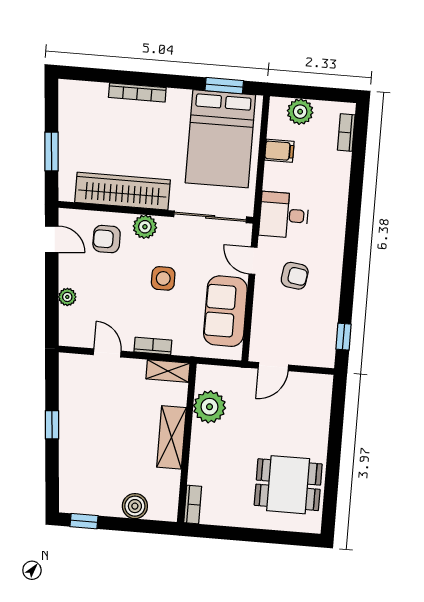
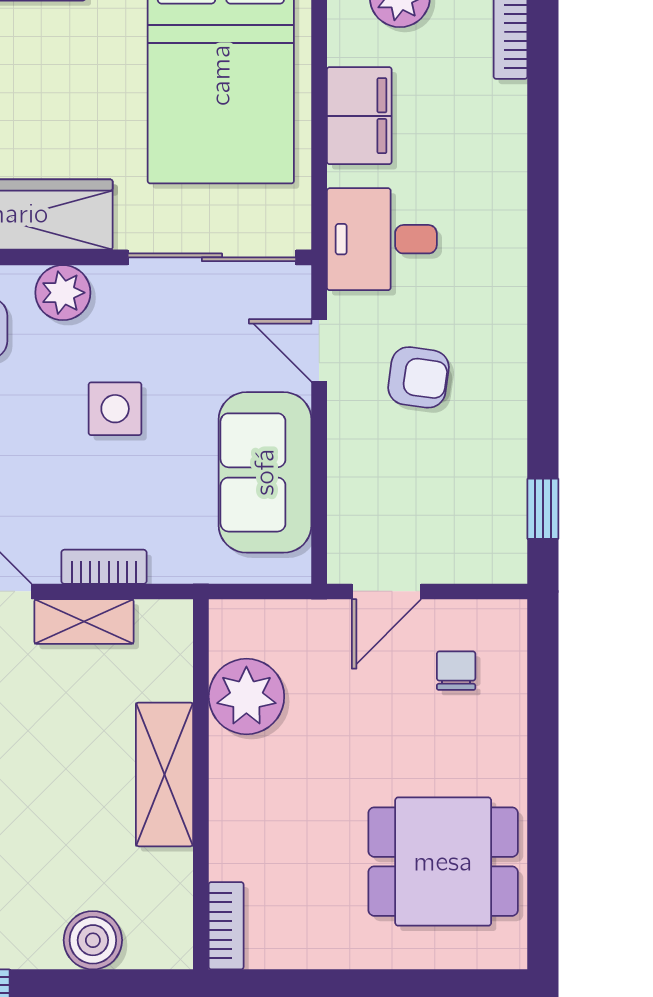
filing cabinet: (279, 151) -> (359, 116), width x2.00
shelving: (168, 371) -> (84, 622), moved
chair: (300, 403) -> (456, 671), added

